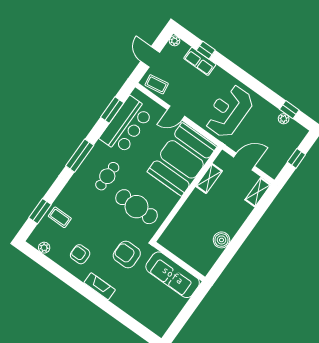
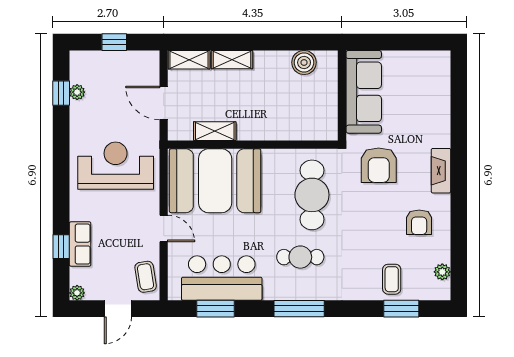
reception desk: (229, 111) -> (116, 166), turned 180
shelving: (241, 216) -> (232, 60), added
boiler: (221, 240) -> (304, 62), moved

